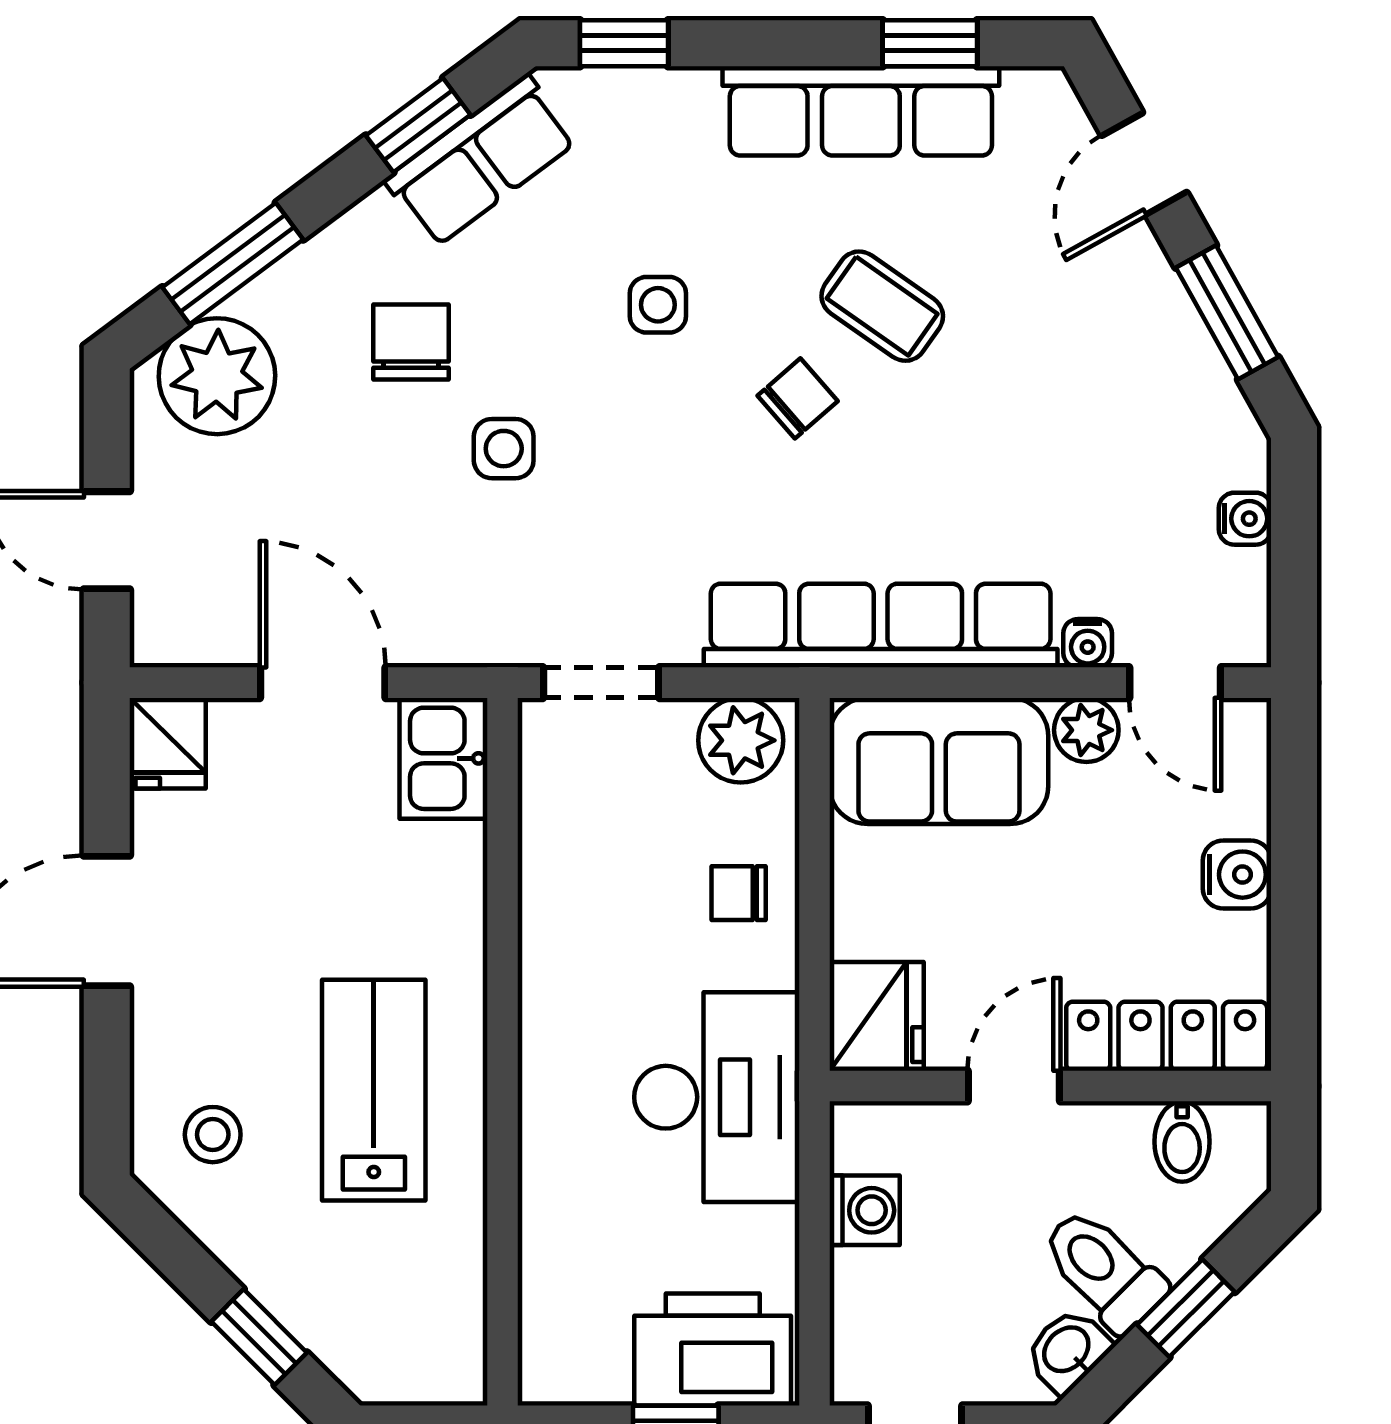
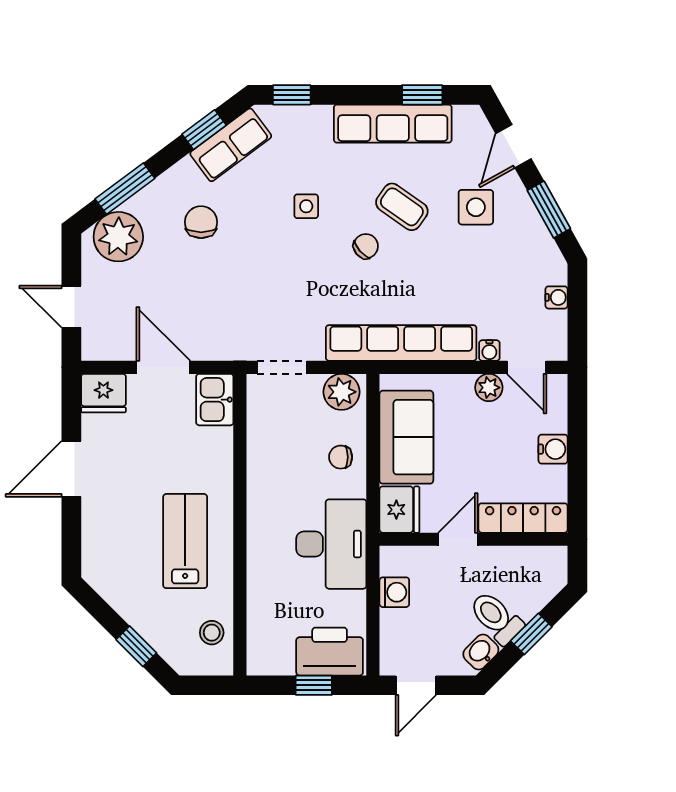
side table: (504, 449) -> (476, 207), moved, width x1.37, depth x1.37
fridge: (168, 743) -> (103, 393), width x1.38
sofa: (939, 761) -> (406, 437), moved, turned -90
stool: (213, 1135) -> (212, 633), moved
bidet: (1182, 1142) -> (530, 563), removed

